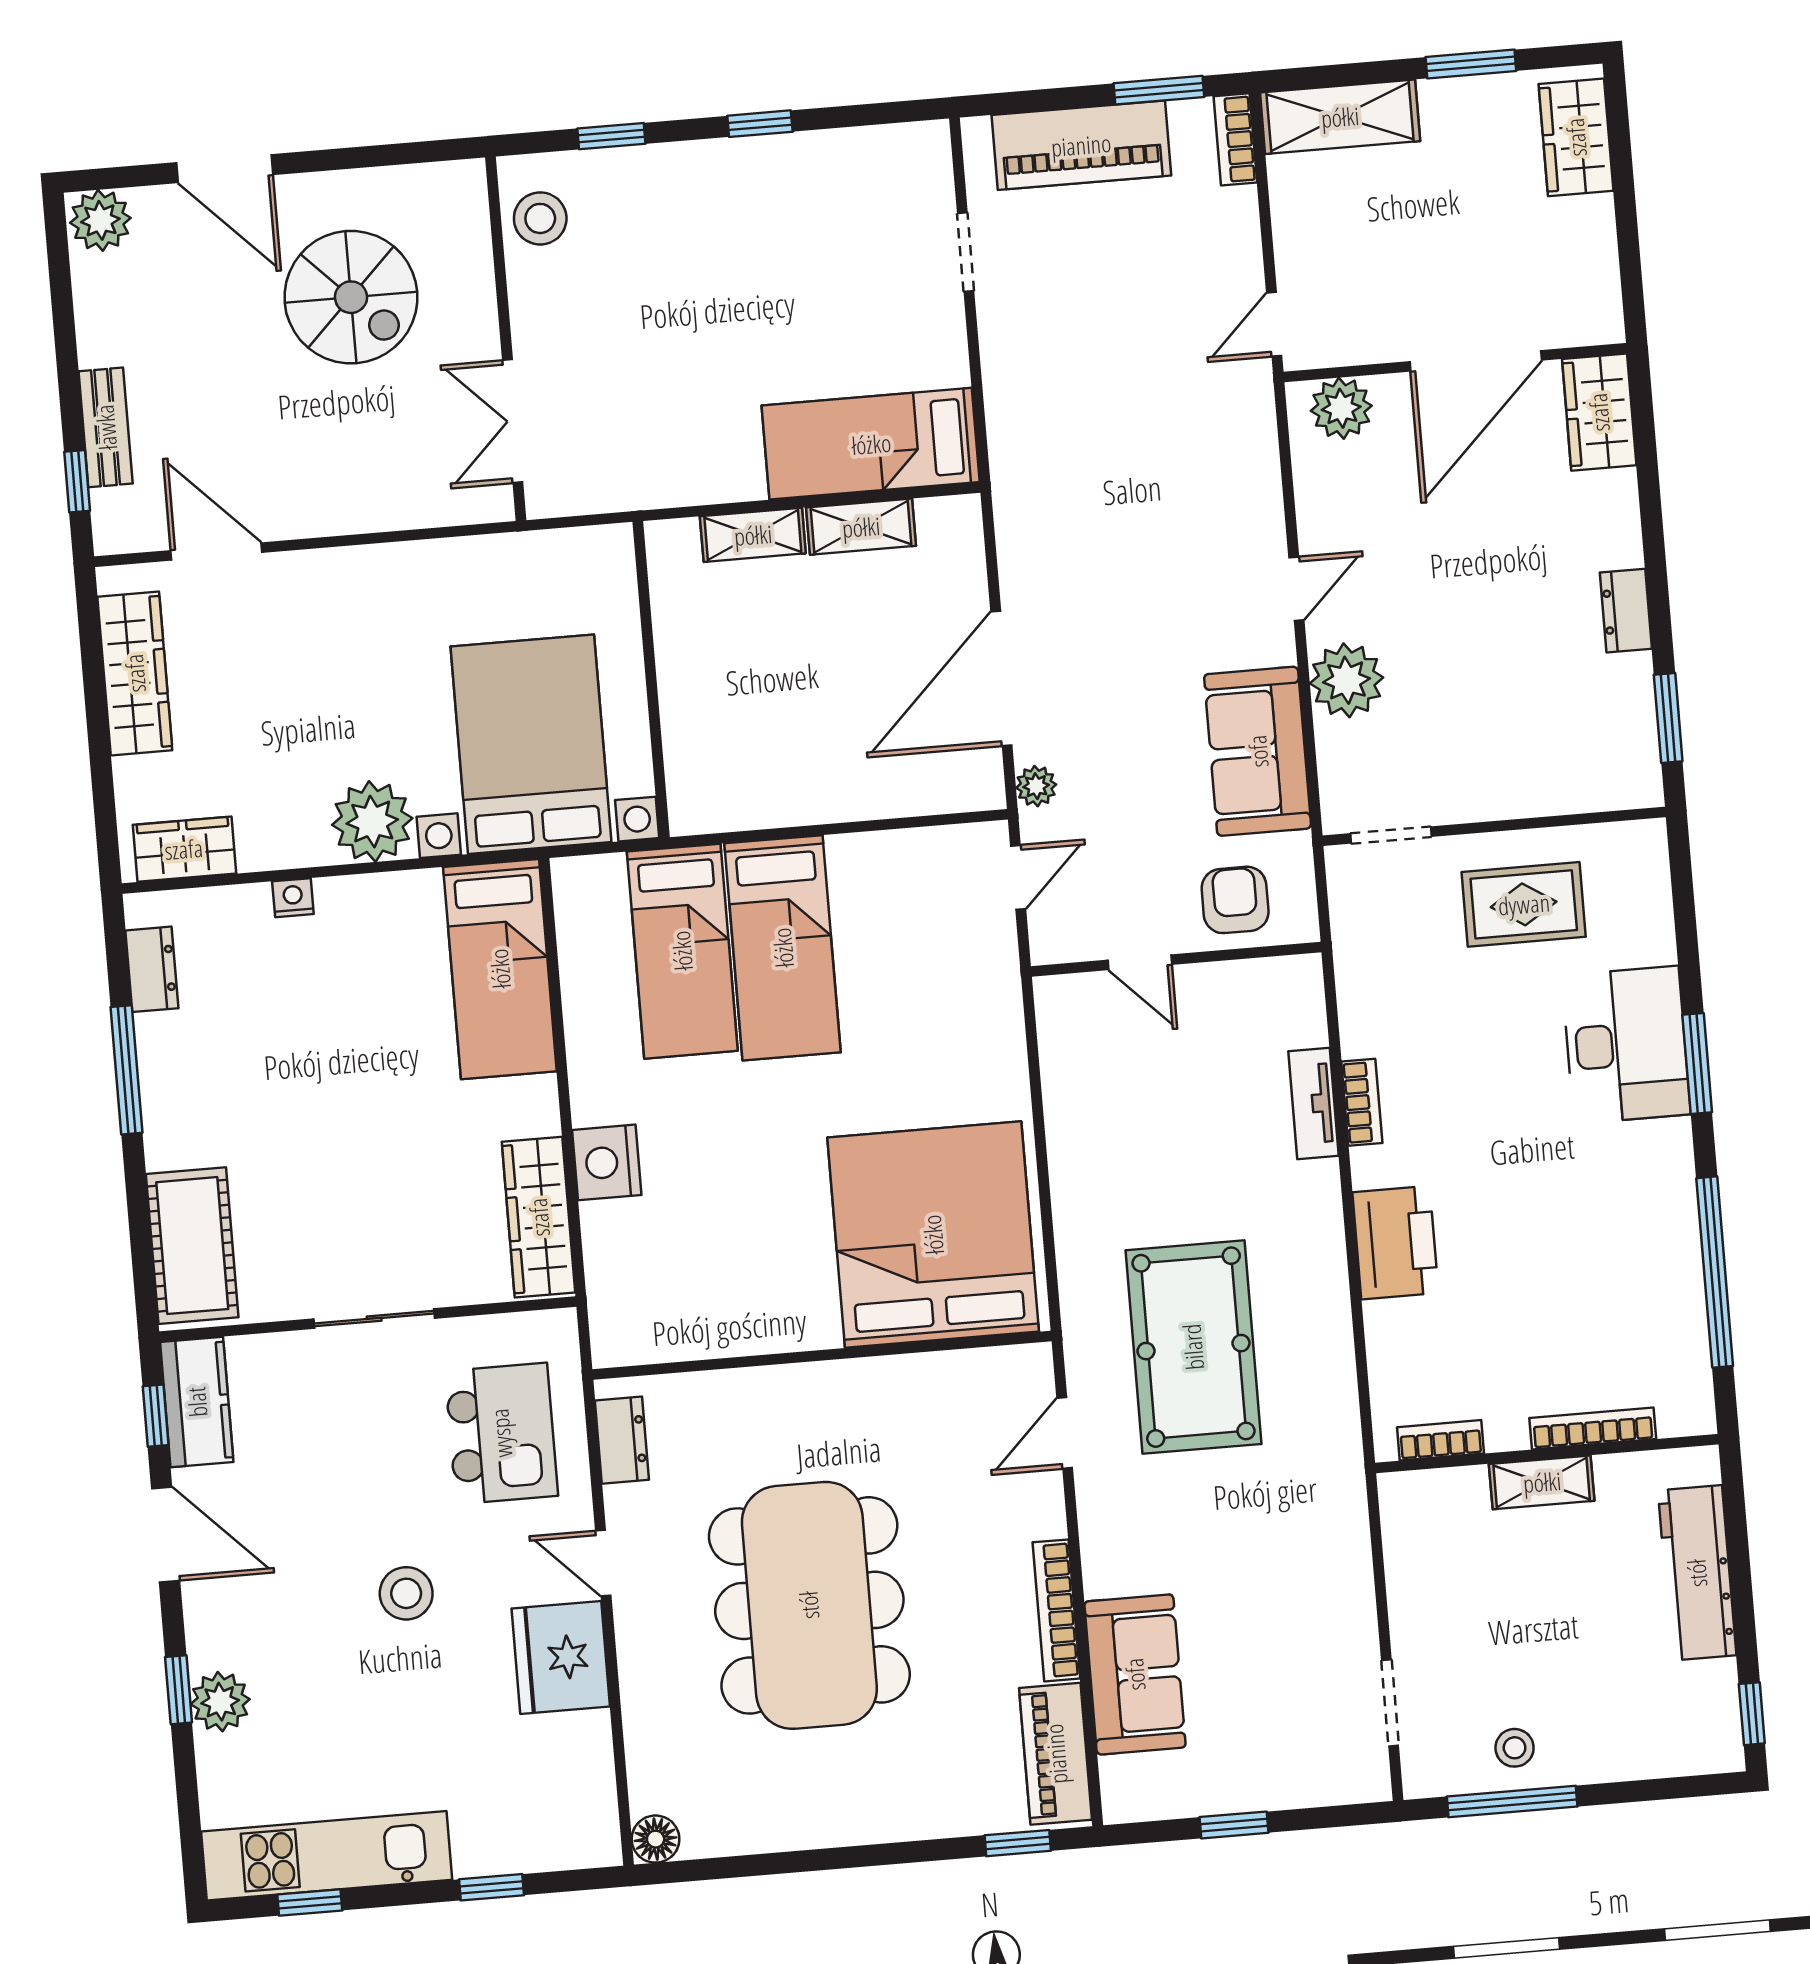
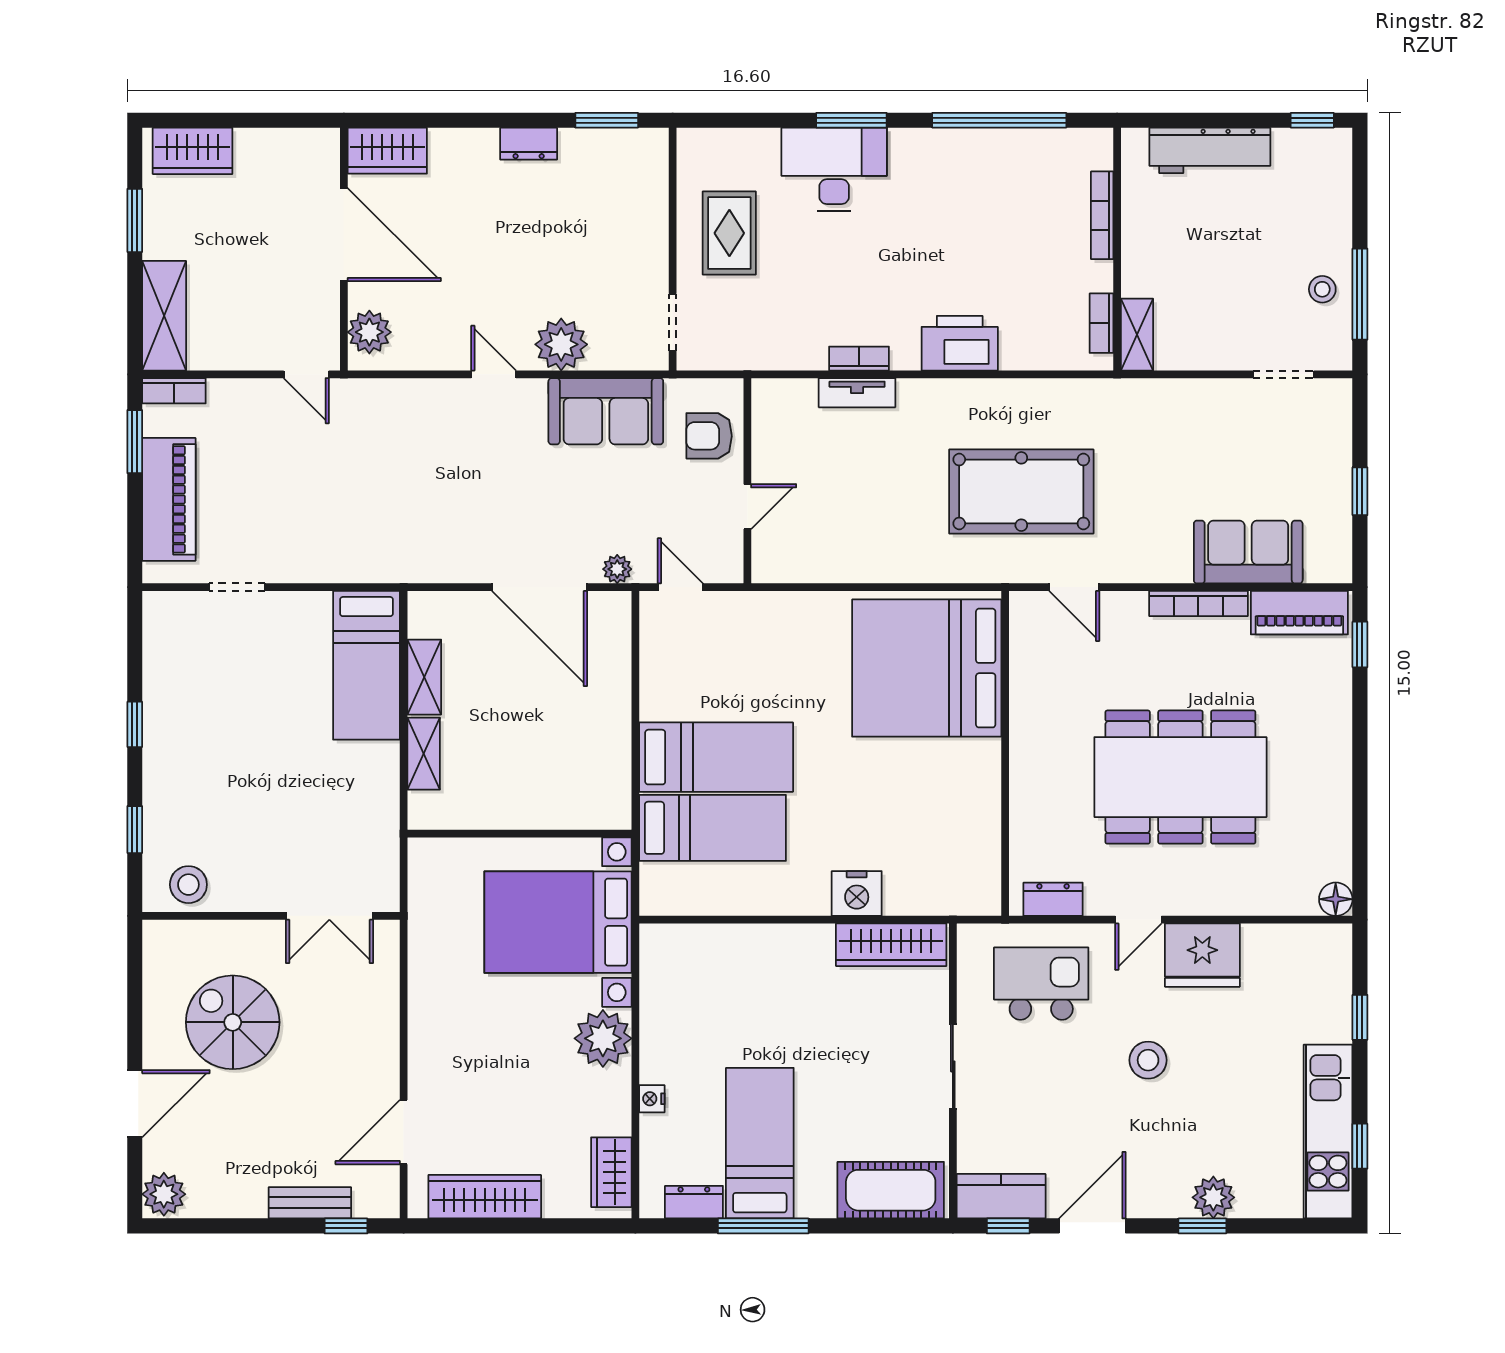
spiral stairs: (351, 297) -> (233, 1022), turned -90
bed: (500, 969) -> (760, 1143), moved, turned -90
shelving: (1542, 1482) -> (1137, 335), moved

